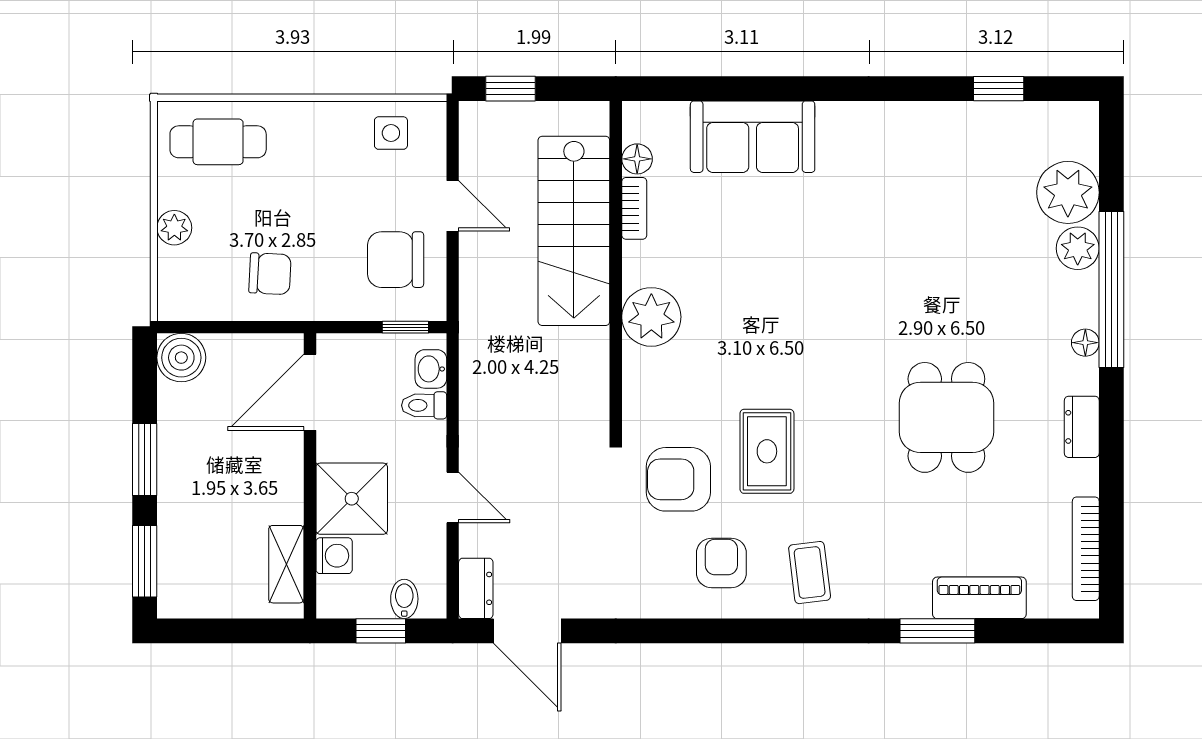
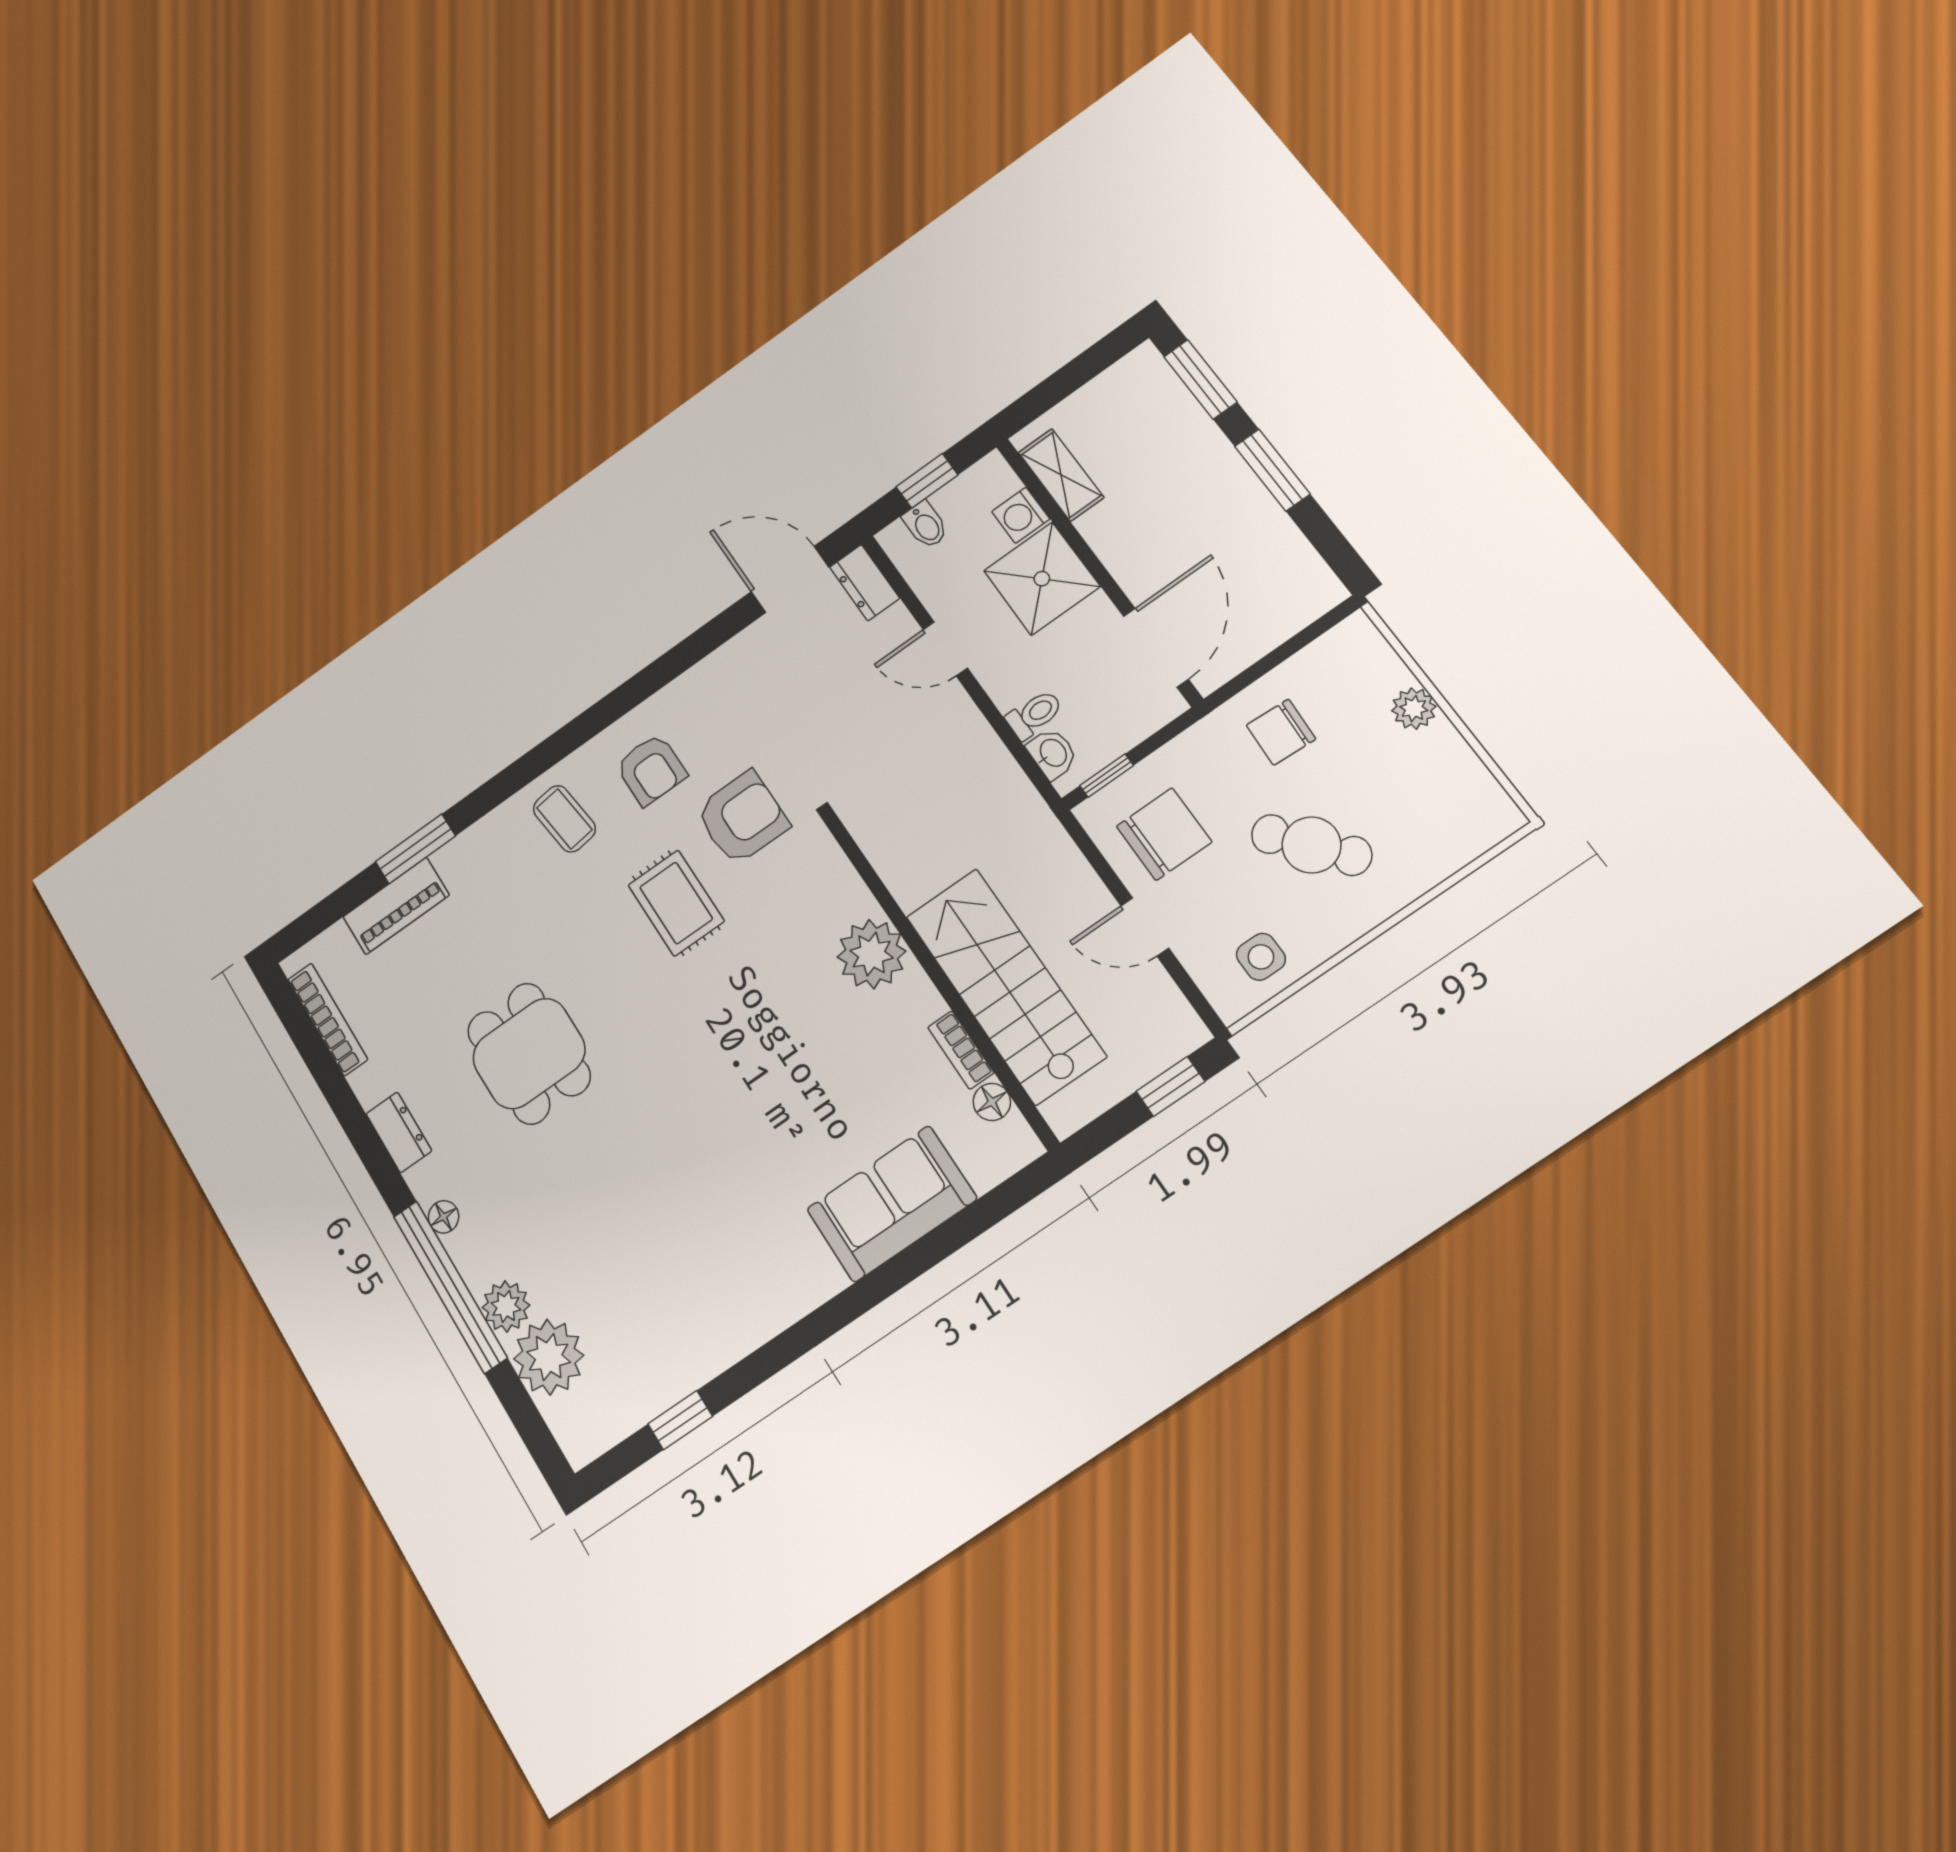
cafe table: (218, 142) -> (1311, 845), moved, turned 51
boiler: (181, 358) -> (1309, 590), removed

